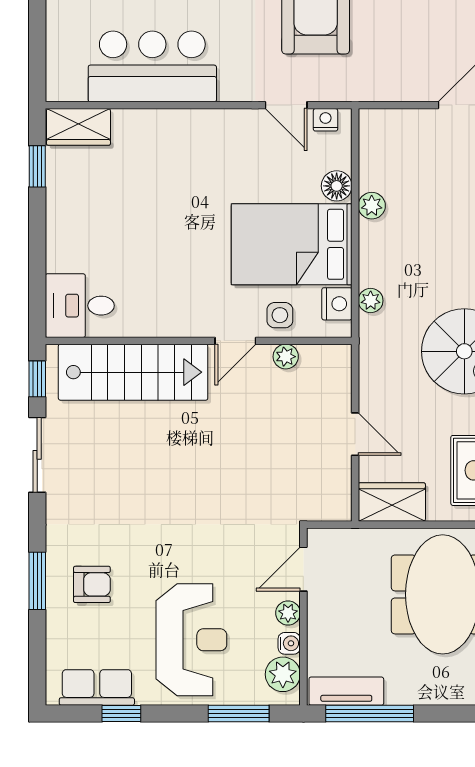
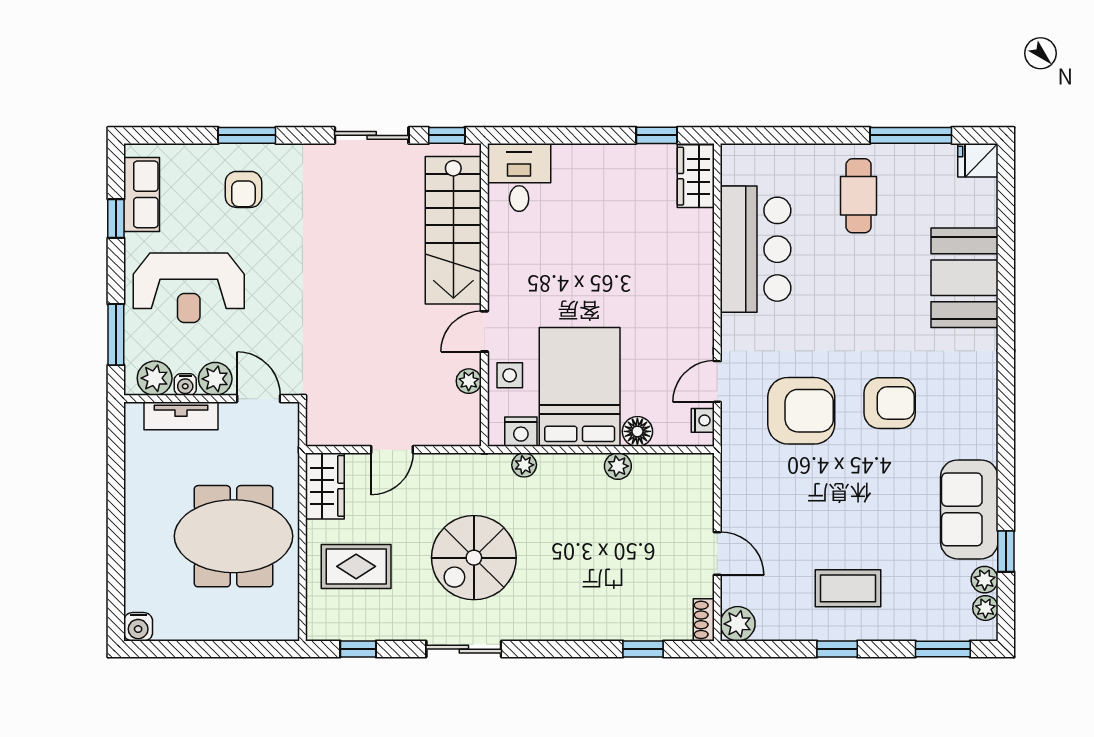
door: (235, 341) -> (484, 331), hinge flipped
plant: (288, 613) -> (215, 379), width x1.38, depth x1.38
tv unit: (346, 691) -> (181, 416), moved, turned 90
window: (370, 713) -> (116, 464), removed

